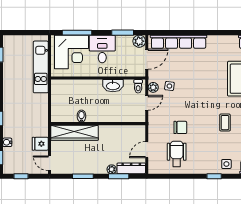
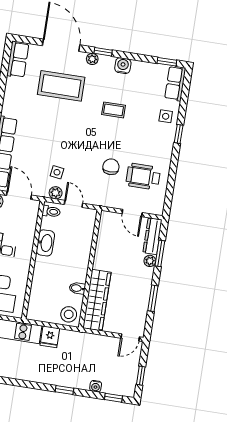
stool: (60, 112) -> (69, 314), added
fridge: (40, 144) -> (50, 337), moved

